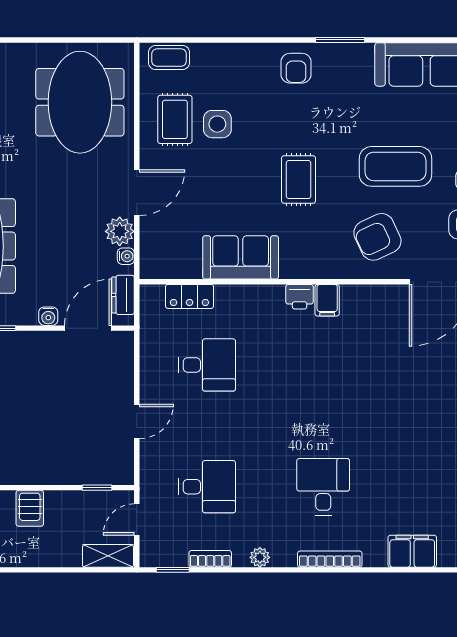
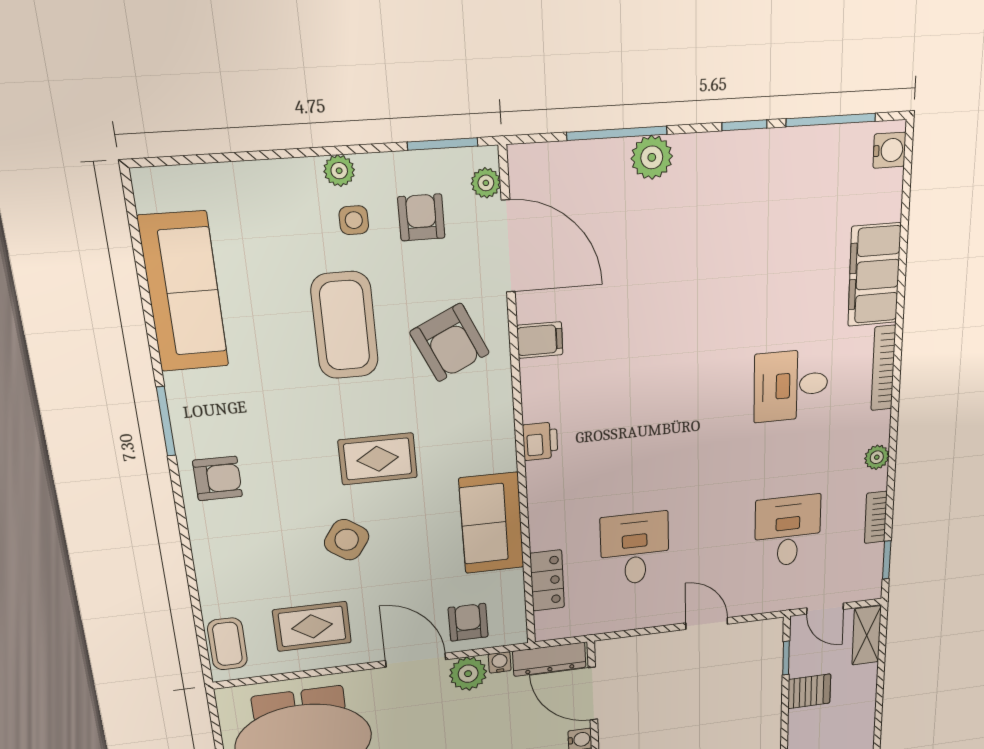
side table: (217, 124) -> (347, 540), moved, turned 35
armchair: (163, 234) -> (468, 622), added
dresser: (123, 295) -> (549, 659), width x1.44
filing cabinet: (327, 300) -> (540, 340), moved
server rack: (30, 508) -> (809, 691), moved
filing cabinet: (412, 551) -> (874, 275), width x1.50, depth x1.17

